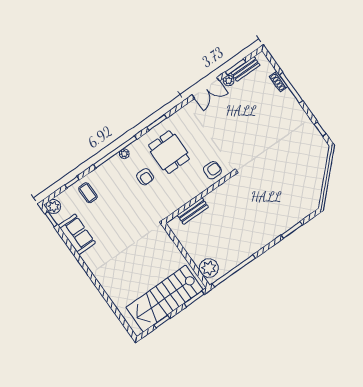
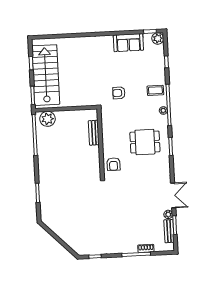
double door: (206, 88) -> (173, 195), swing flipped
armchair: (145, 177) -> (119, 93), moved
coffee table: (88, 193) -> (155, 90), moved

